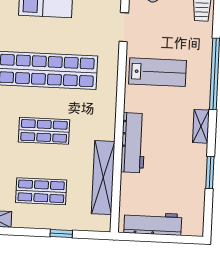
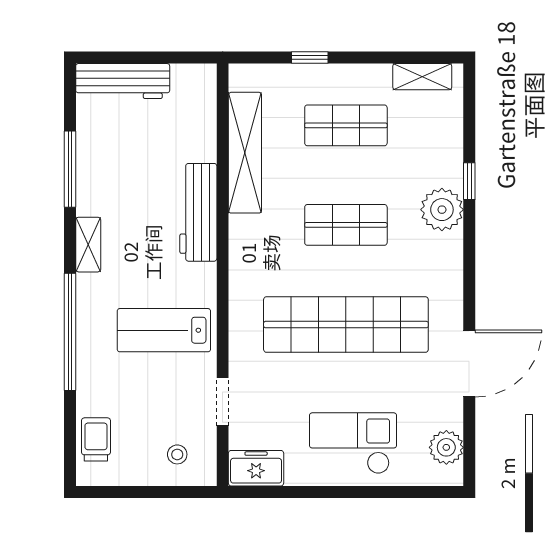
window: (210, 173) -> (70, 169), width x1.44
workbench: (153, 224) -> (123, 81), moved

